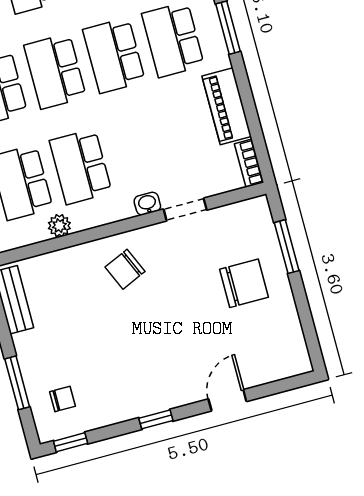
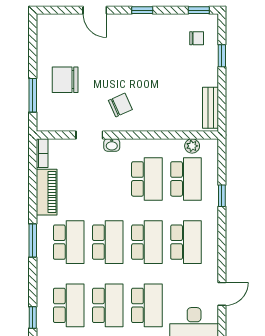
plant: (59, 226) -> (192, 146), moved
chair: (125, 269) -> (120, 105), moved
window: (17, 383) -> (222, 56), width x0.67
chair: (62, 399) -> (197, 38), turned 180
door: (227, 400) -> (95, 10), hinge flipped

